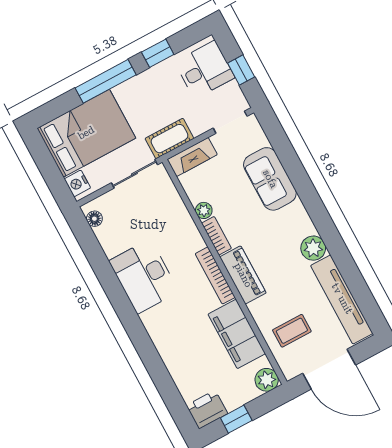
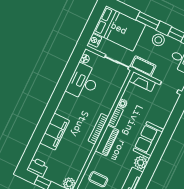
window: (106, 81) -> (148, 21), width x0.69
stool: (147, 87) -> (158, 40), added
sofa: (270, 179) -> (148, 140), moved
desk: (144, 276) -> (83, 82), moved
filing cabinet: (237, 334) -> (55, 132), moved, turned 180

